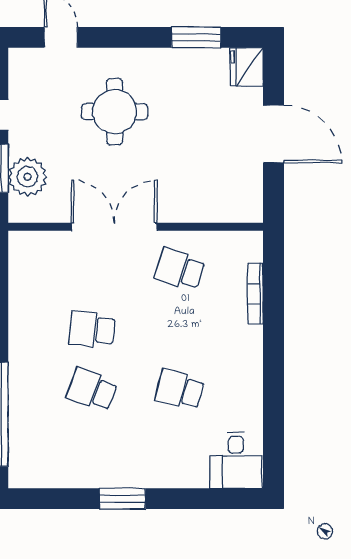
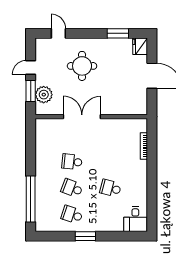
school desk: (180, 269) -> (72, 215), moved

